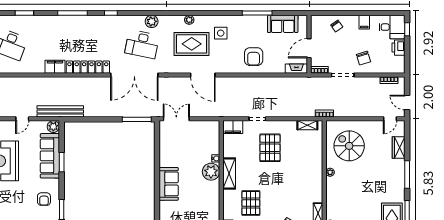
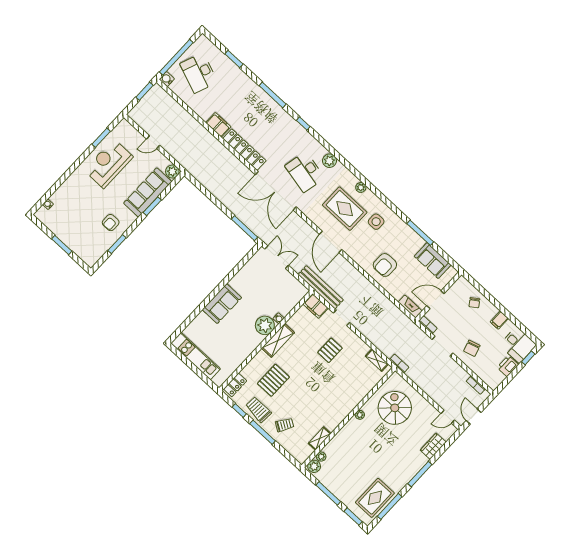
bench: (60, 111) -> (321, 287), moved
pallet: (270, 148) -> (330, 350), width x0.67, depth x0.71

